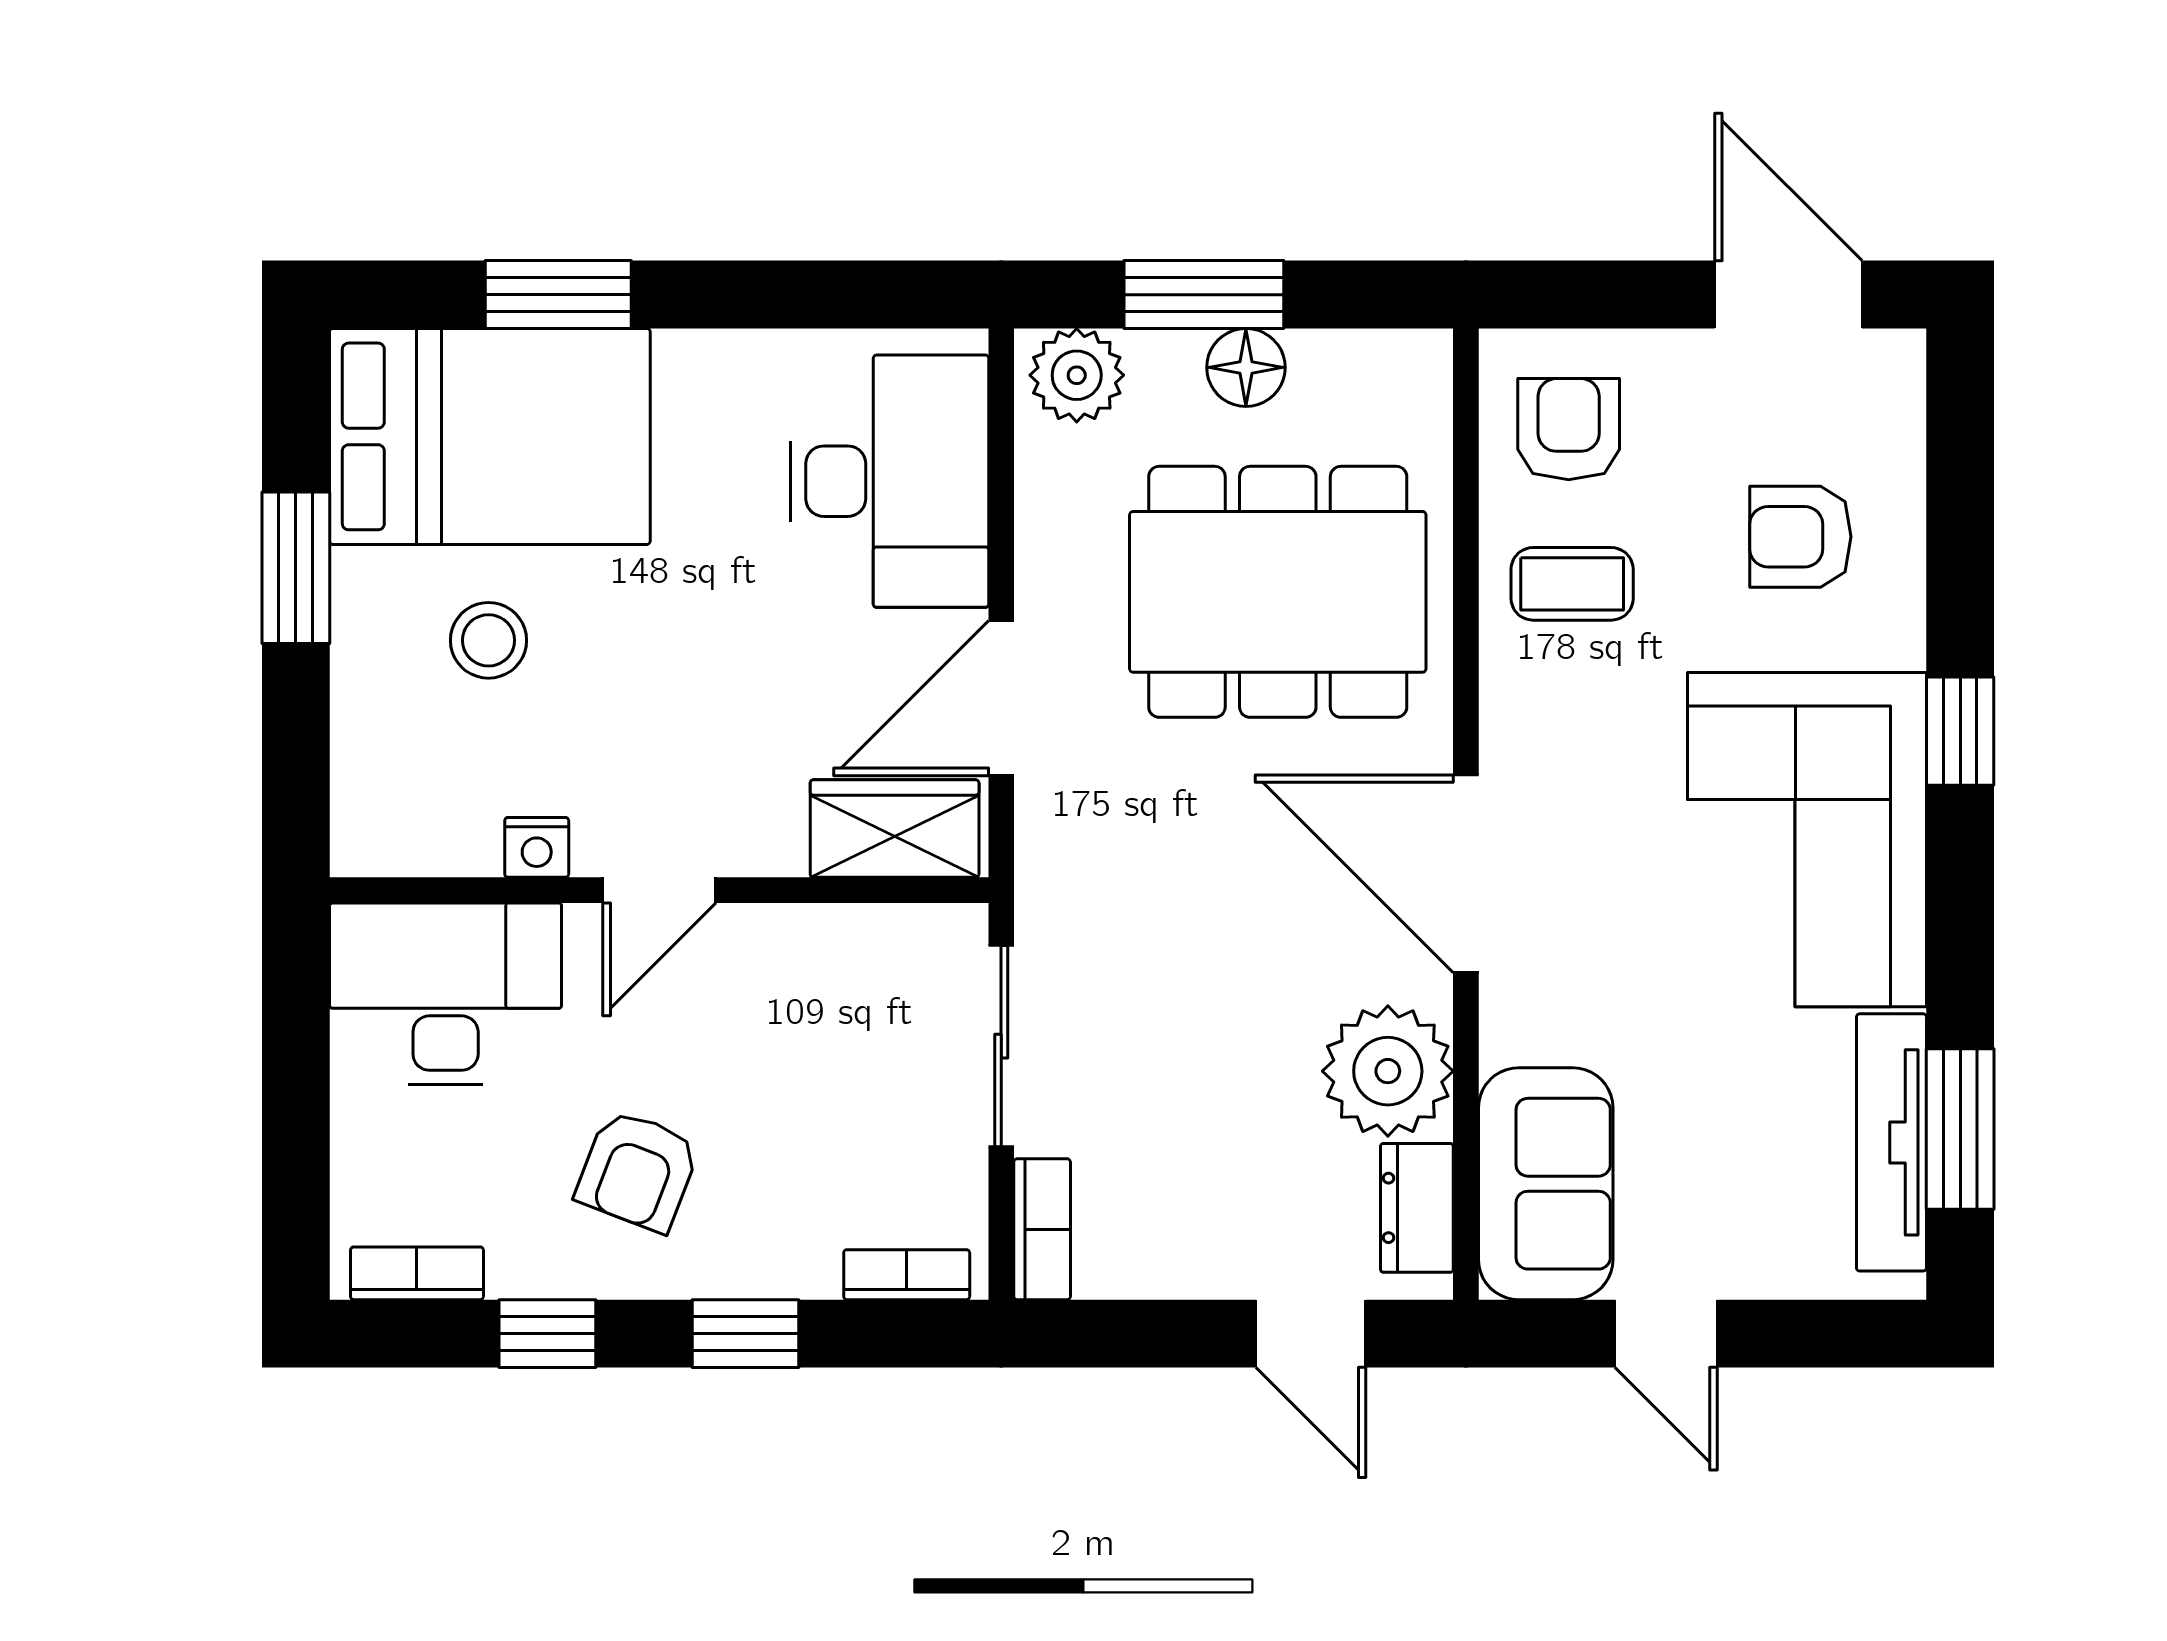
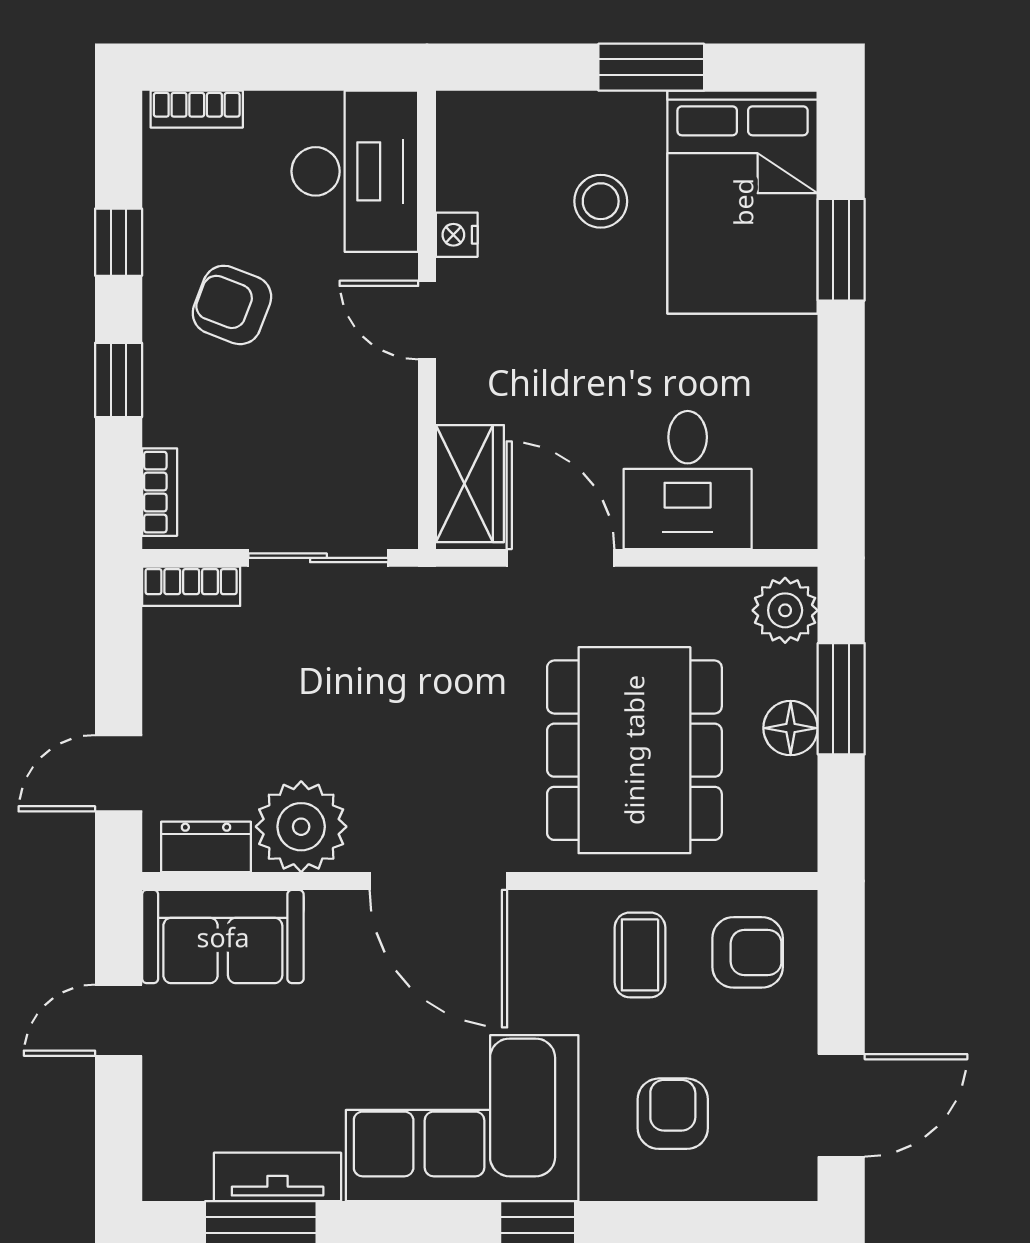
desk: (889, 481) -> (688, 480), width x0.73
door: (1466, 874) -> (438, 881), swing flipped
tv unit: (1891, 1142) -> (278, 1177), width x0.71
bookcase: (417, 1273) -> (197, 109), moved, turned 90

